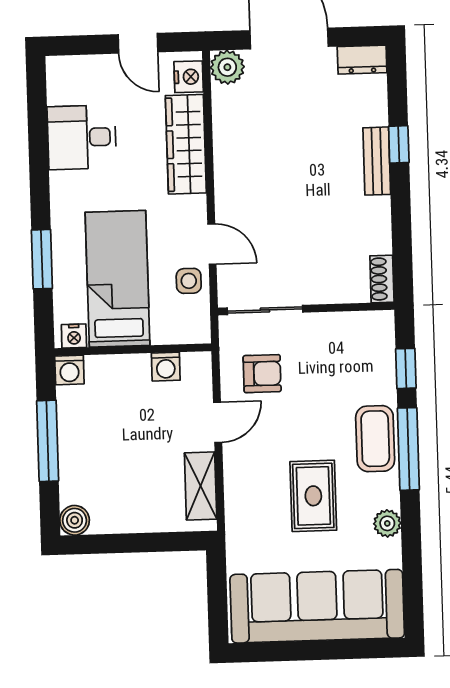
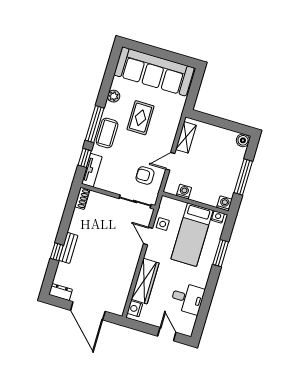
door: (138, 43) -> (167, 334), moved
plant: (227, 67) -> (117, 307), removed
tv unit: (382, 347) -> (92, 170), added

